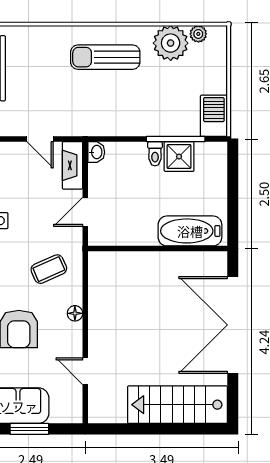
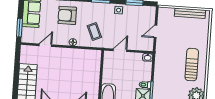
fireplace: (73, 165) -> (142, 46), removed
door: (85, 212) -> (120, 50), hinge flipped
window: (29, 429) -> (19, 28), moved

